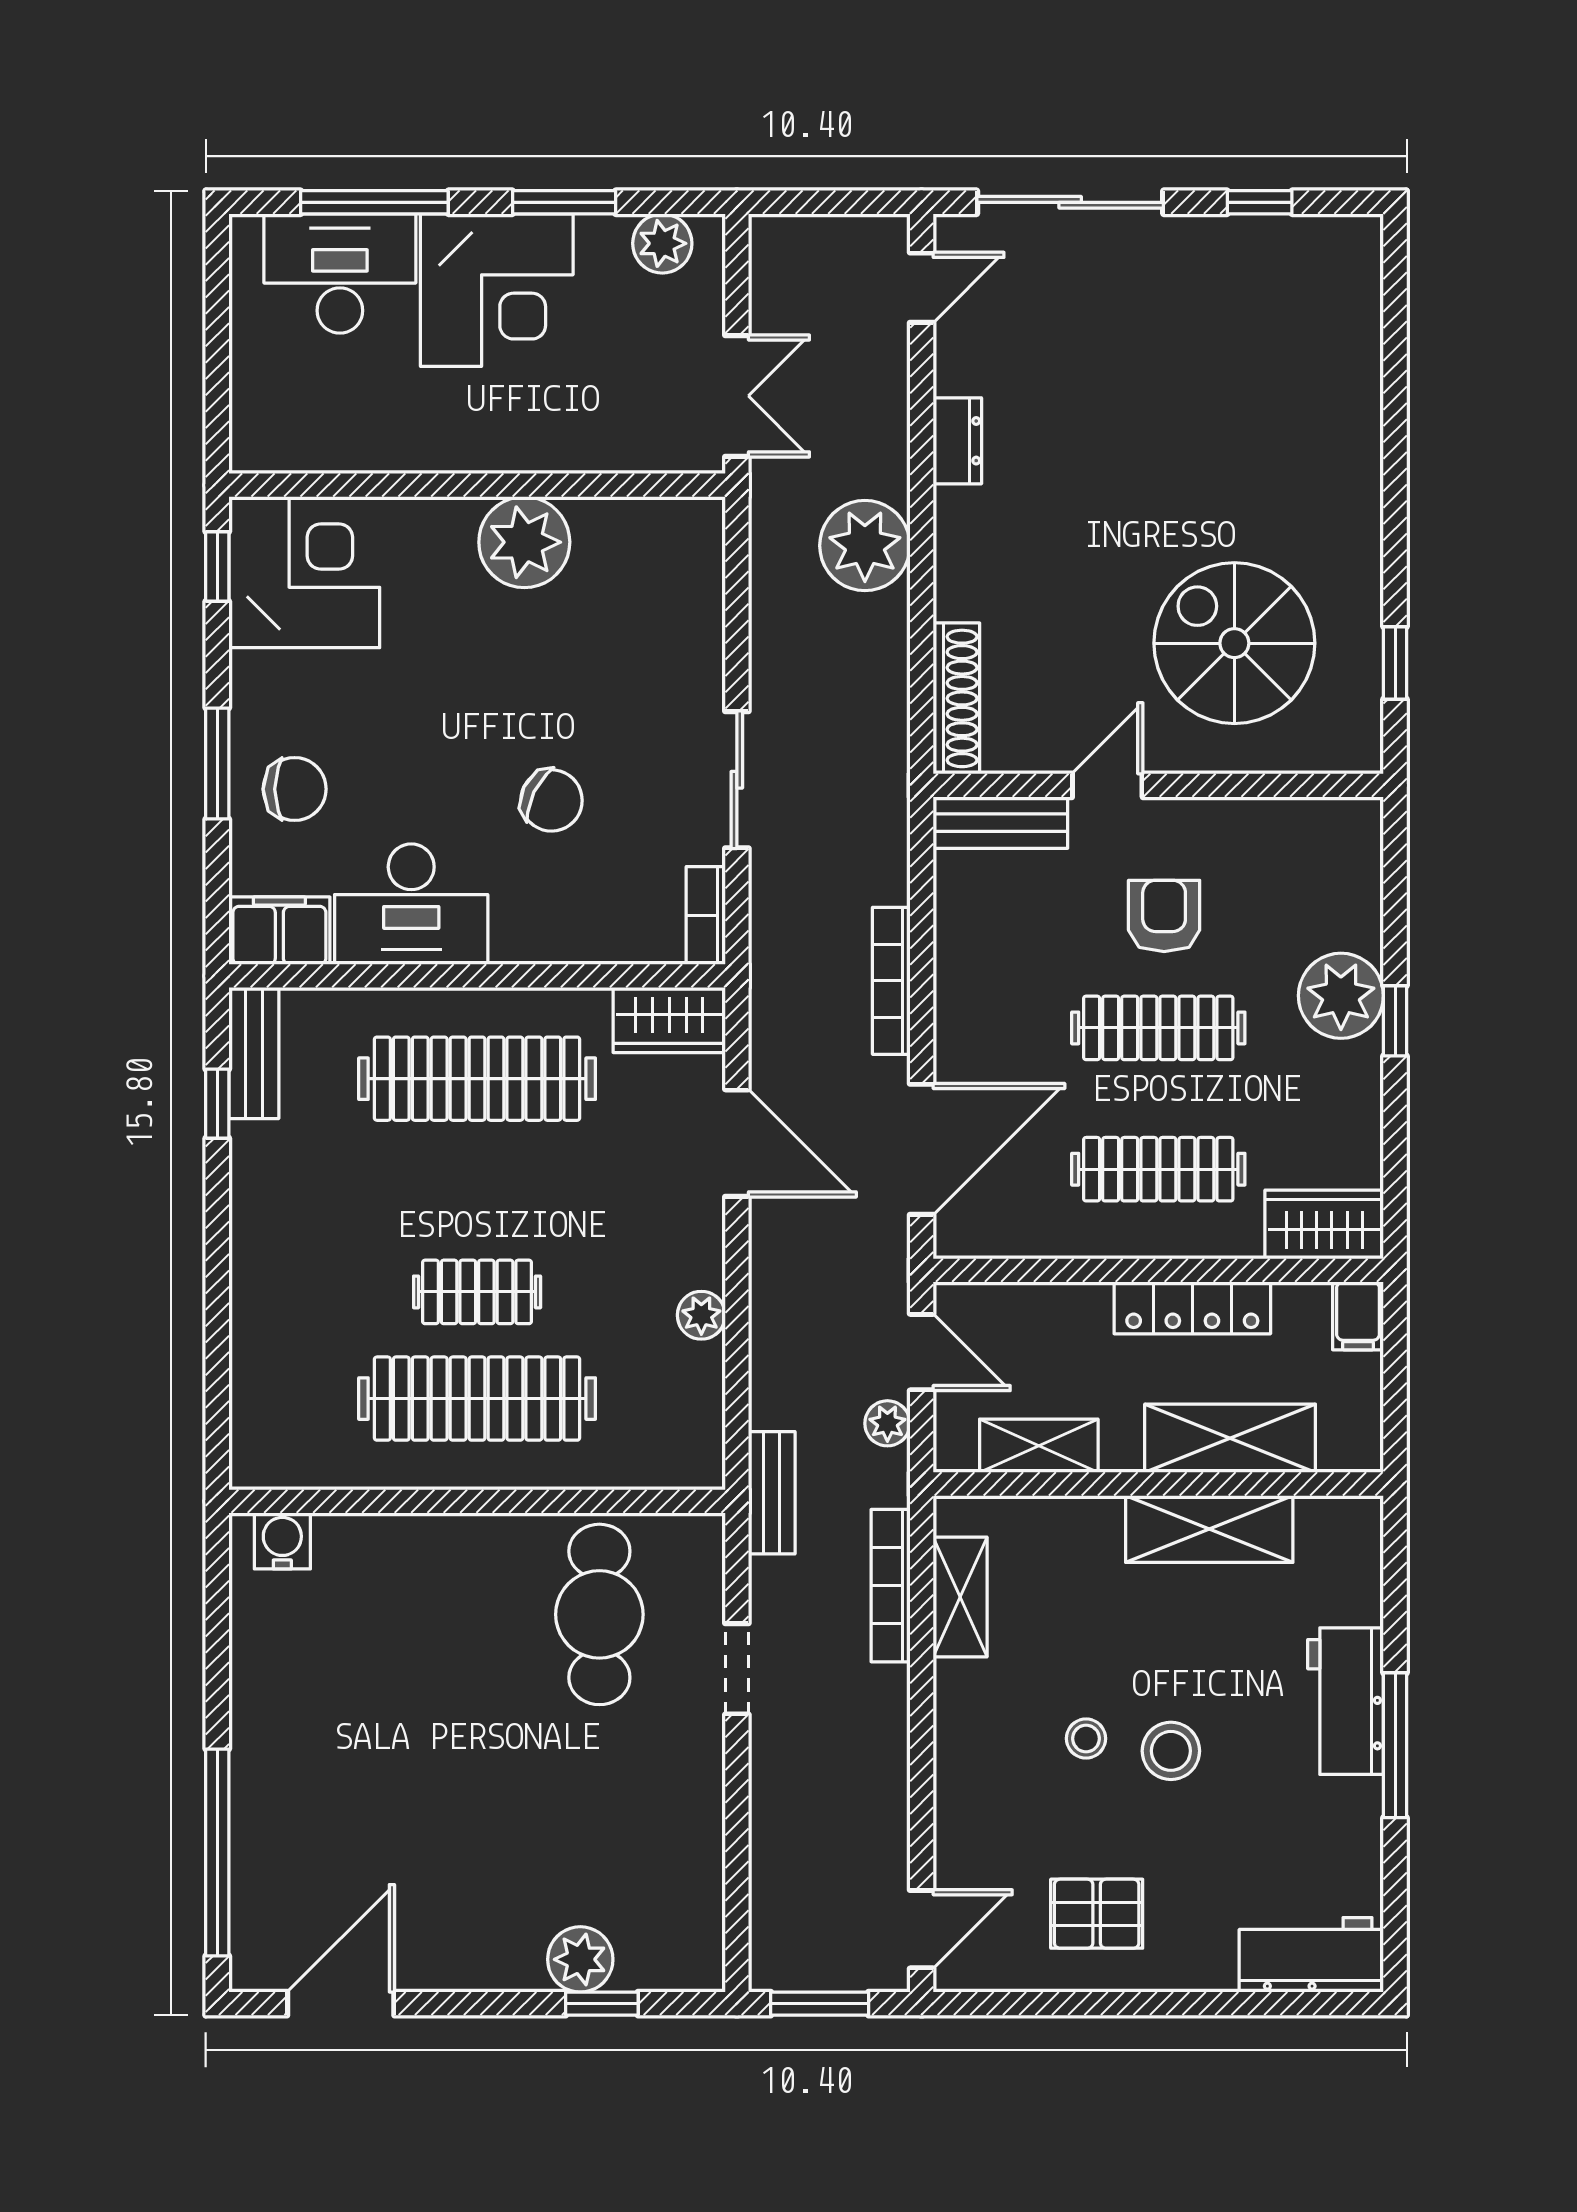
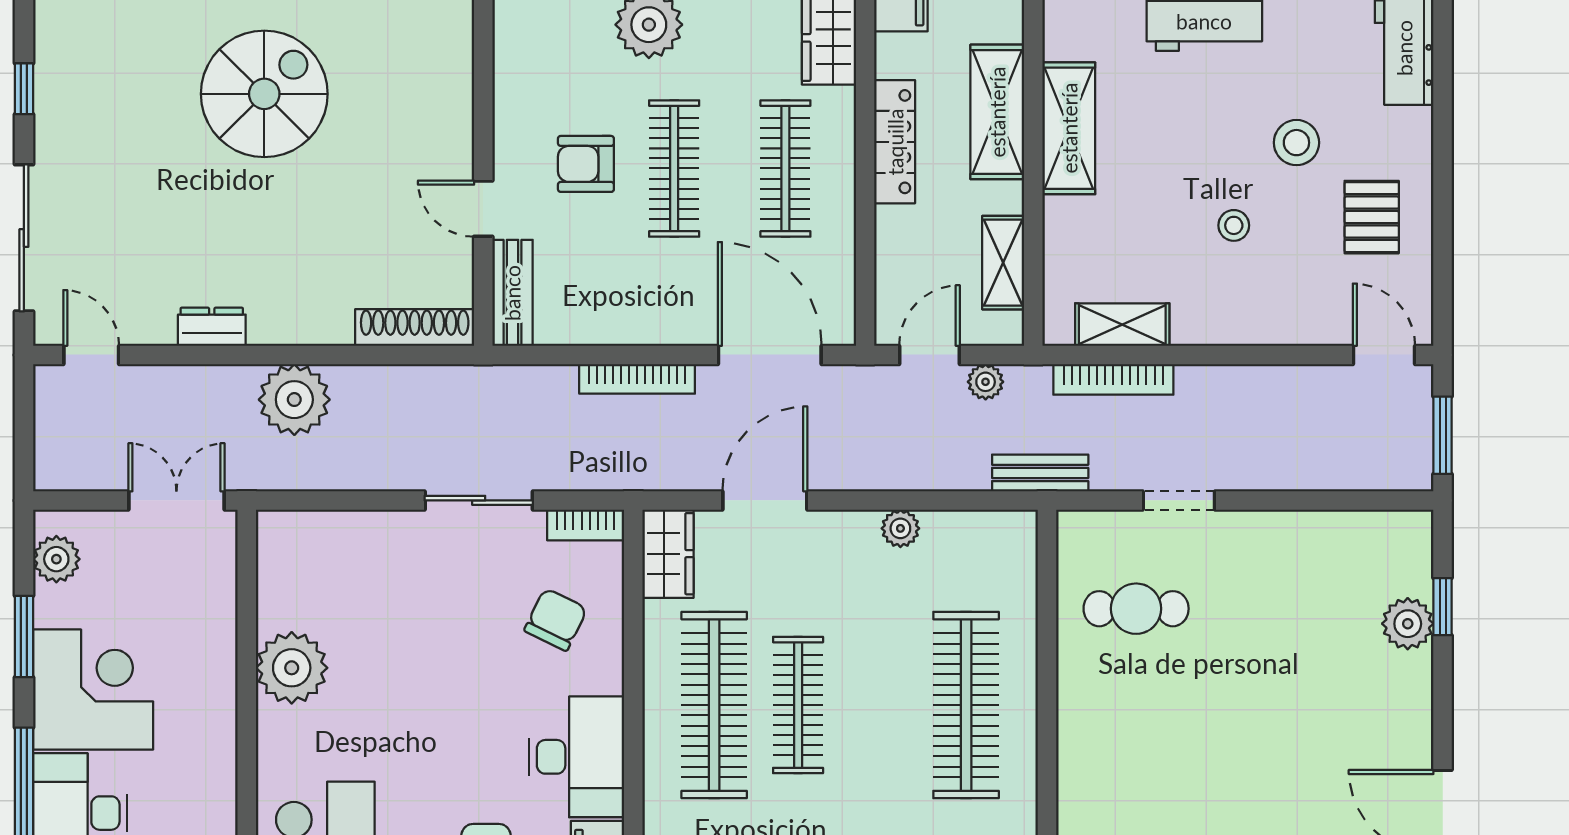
spiral stairs: (1234, 643) -> (264, 94), moved, turned 180
chair: (551, 800) -> (556, 619), moved
clothes rail: (477, 1292) -> (798, 705), moved, width x1.36
cafe table: (599, 1614) -> (1136, 609), width x0.73, depth x0.74
stool: (1171, 1751) -> (1296, 143), moved

